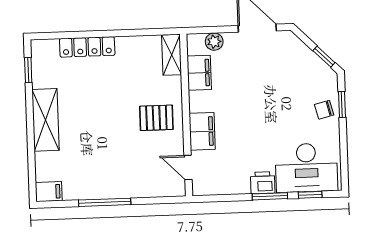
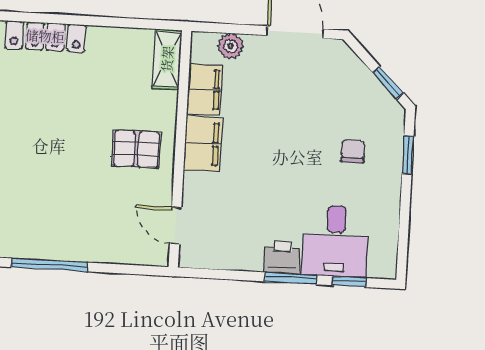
chair: (324, 110) -> (353, 151), moved, turned 104
filing cabinet: (202, 131) -> (203, 144), moved
desk: (306, 168) -> (336, 241), width x0.73

